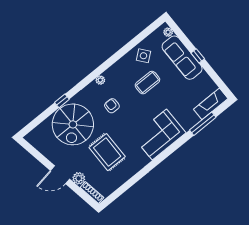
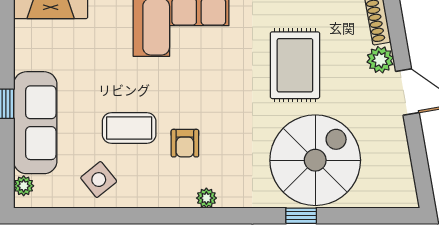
armchair: (112, 106) -> (185, 143), moved

